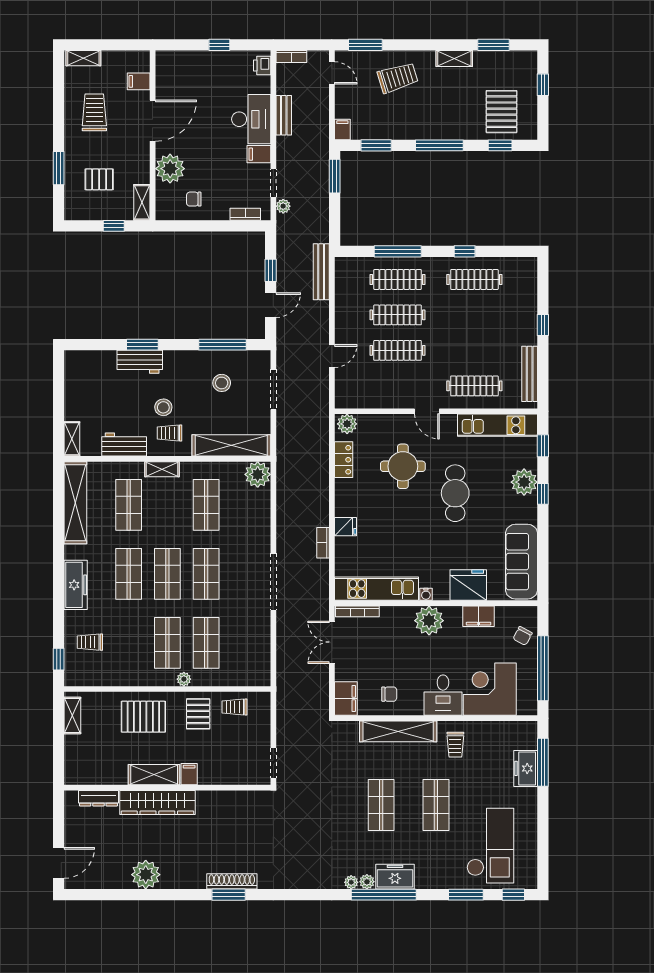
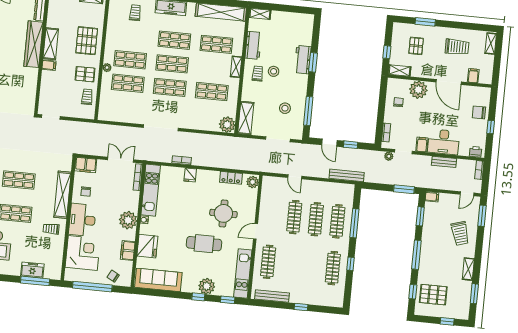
chair: (198, 66) -> (479, 112), added
shelving: (231, 445) -> (246, 118), width x0.68
desk: (443, 695) -> (82, 220), width x1.37

